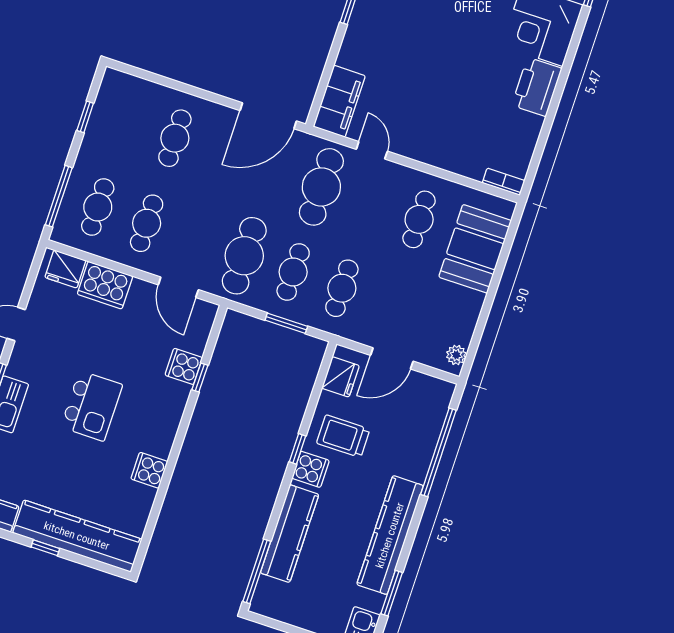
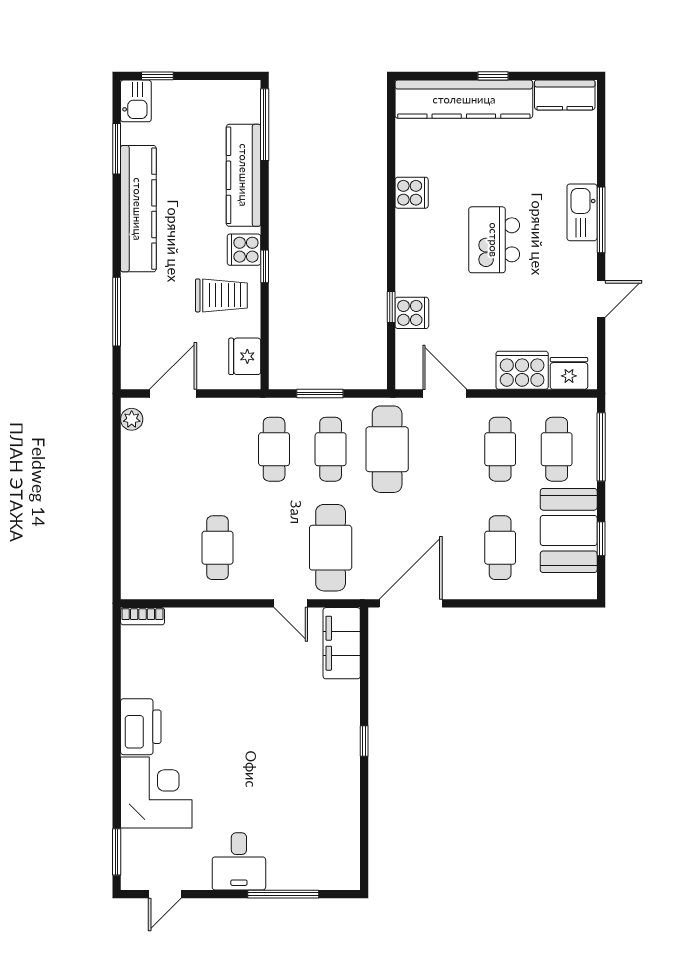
booth: (475, 249) -> (569, 531), moved
door: (392, 358) -> (173, 393), moved
window: (438, 452) -> (117, 312), width x0.68

